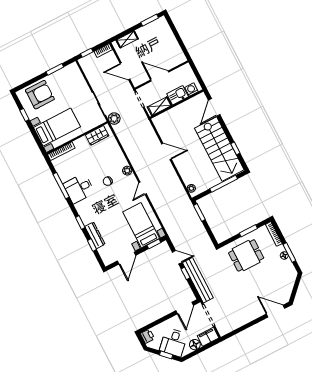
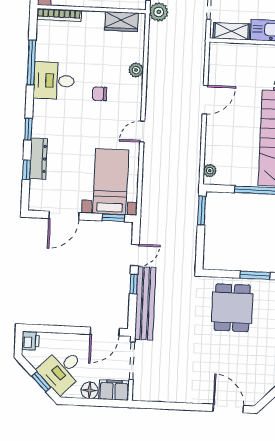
door: (167, 151) -> (205, 100), hinge flipped
plant: (127, 171) -> (136, 70), moved
dining table: (246, 255) -> (232, 308), turned 90
door: (177, 257) -> (135, 255), hinge flipped

